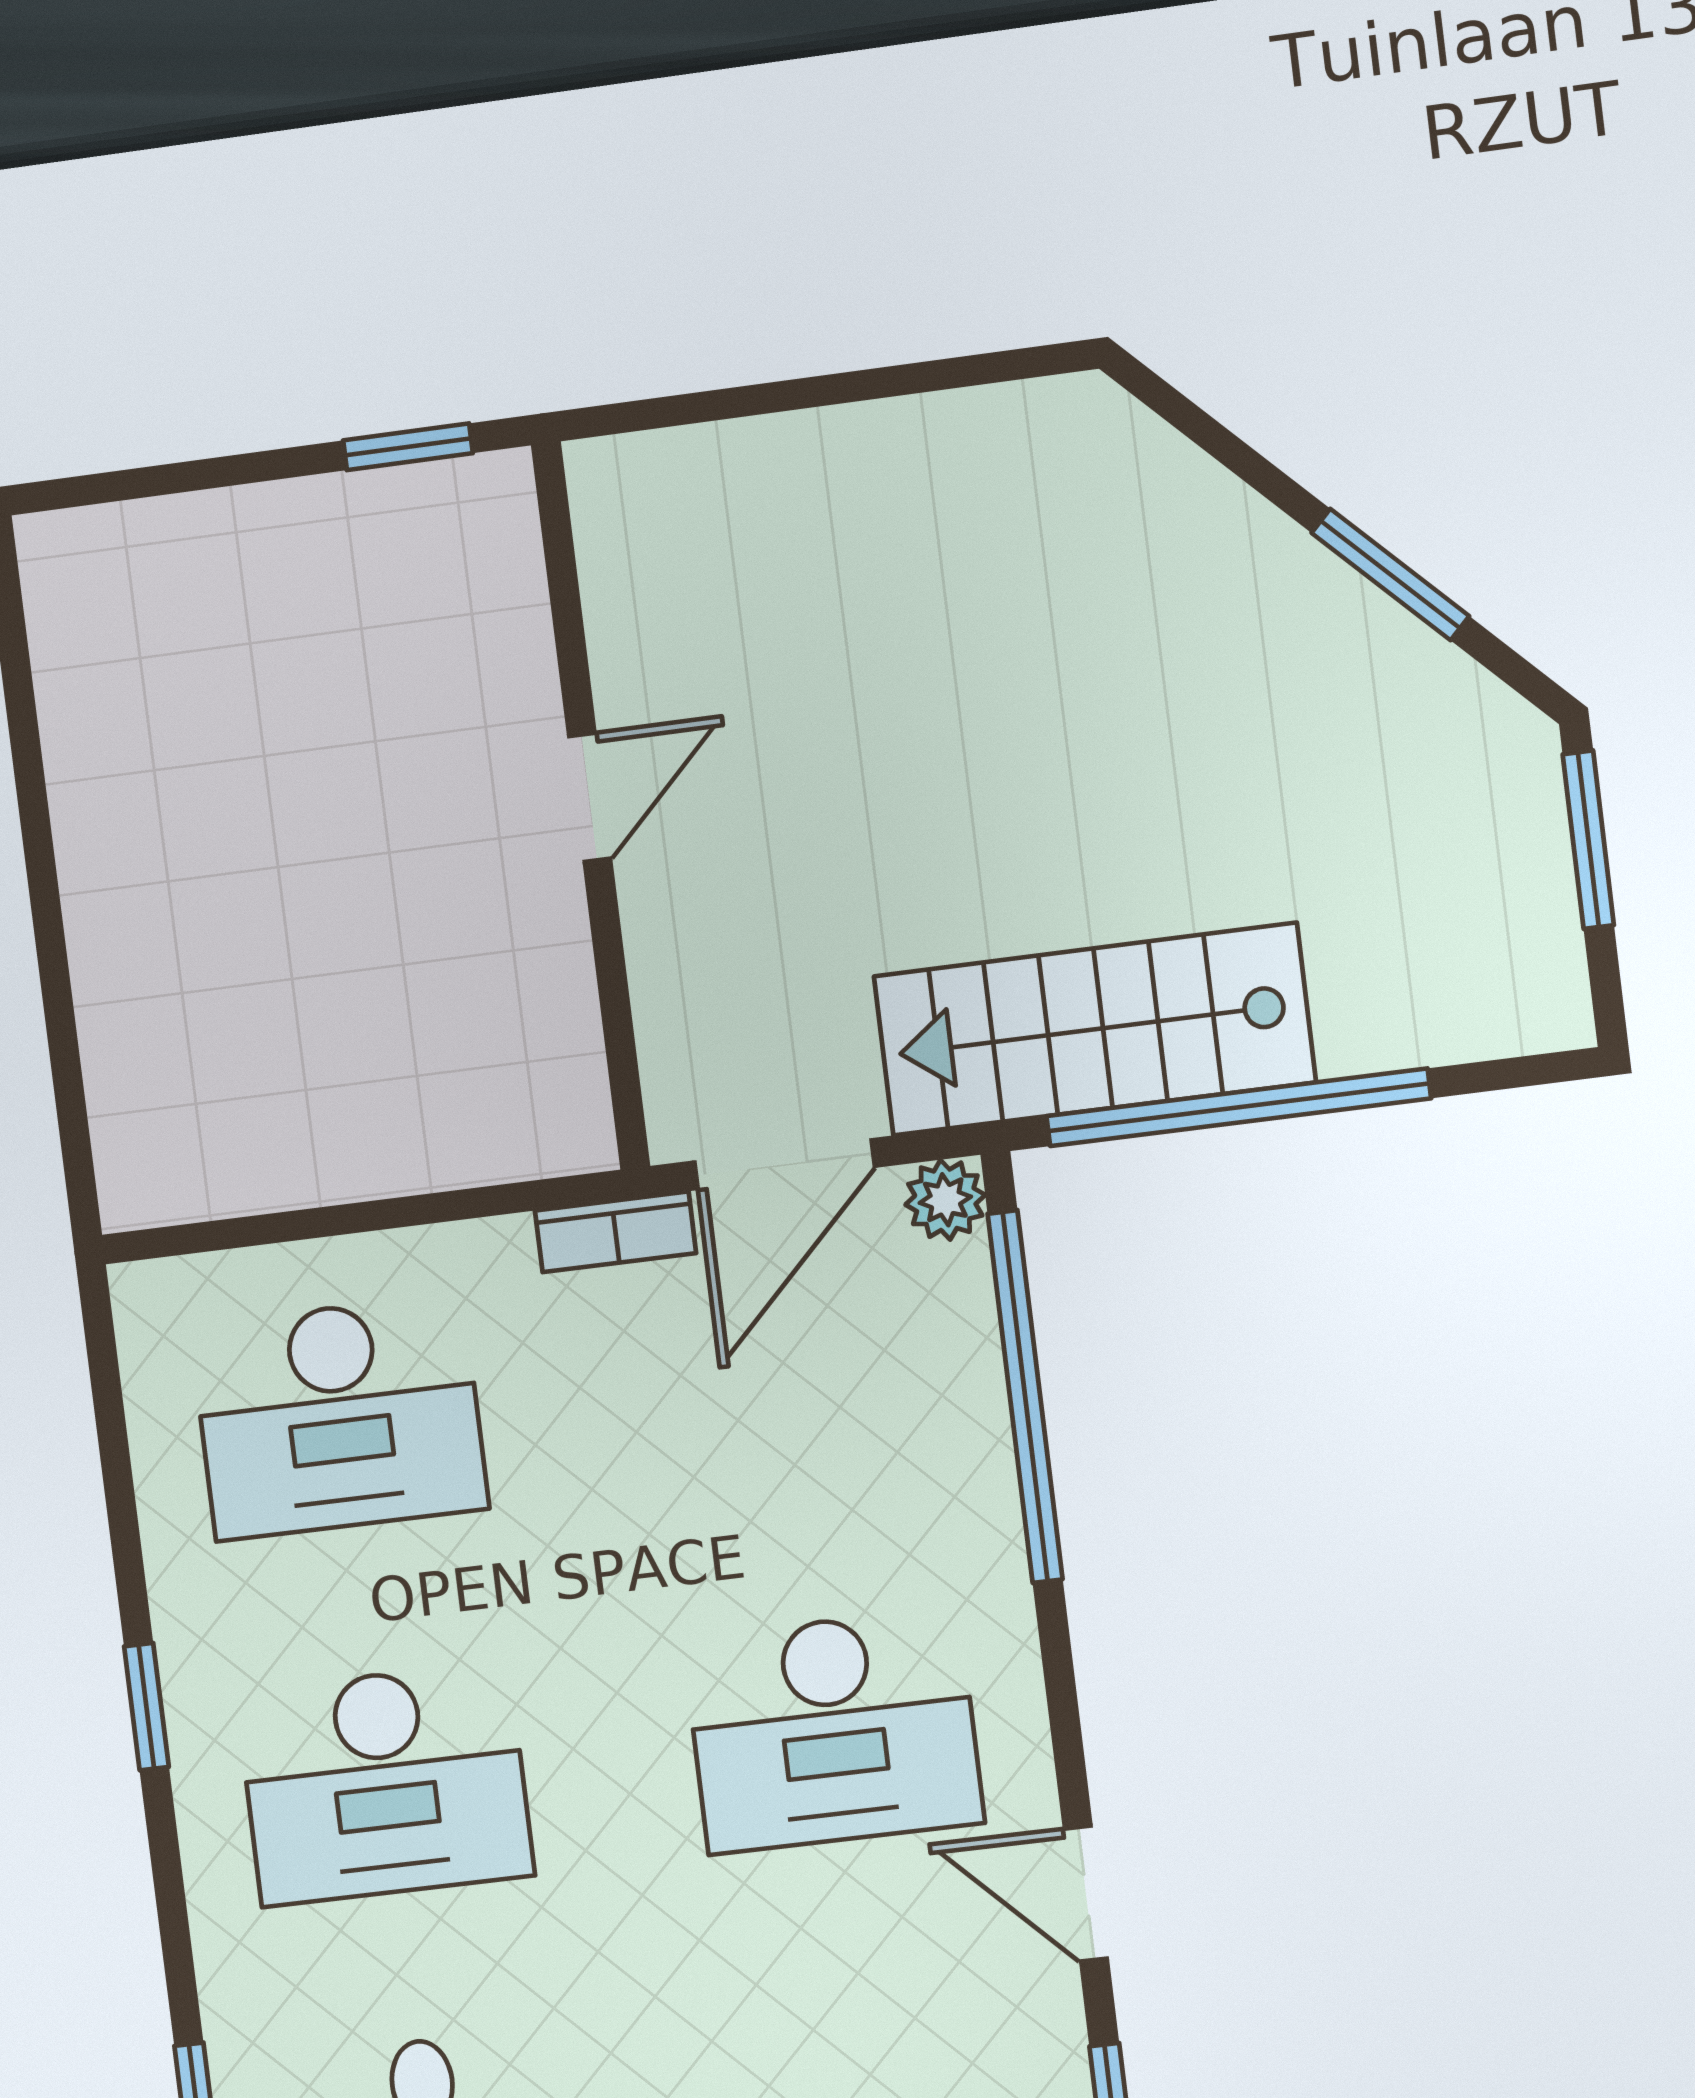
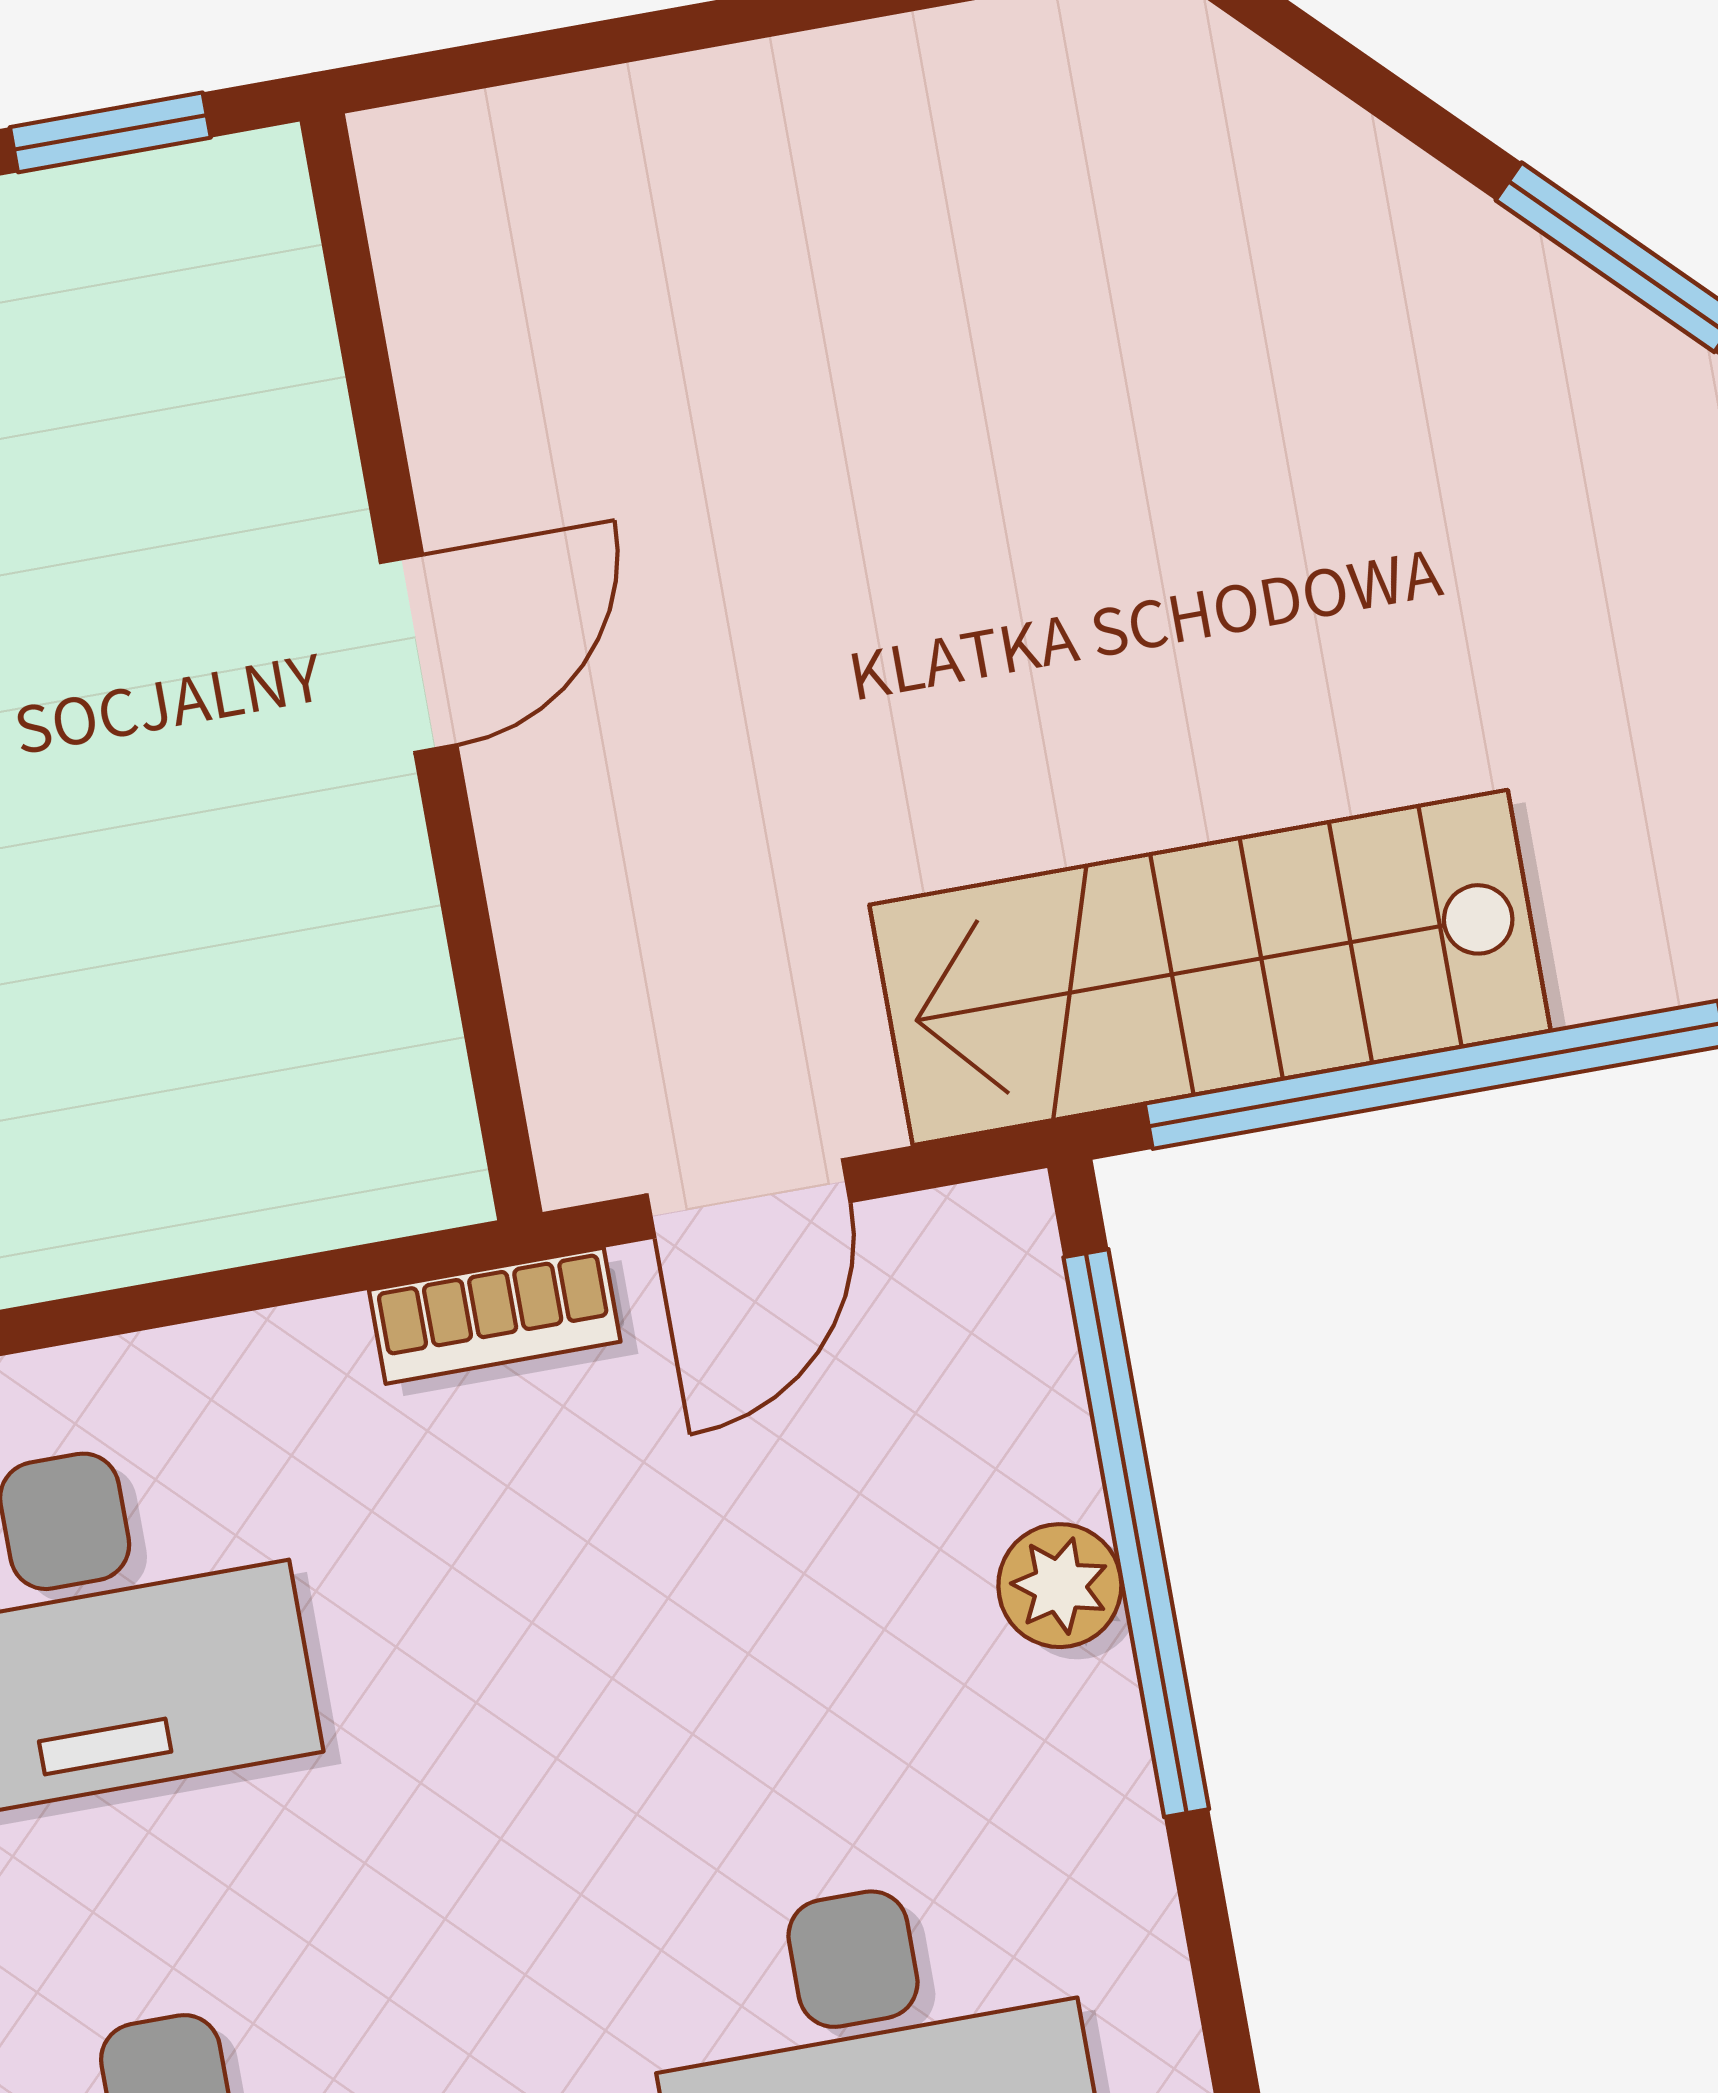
door: (785, 1164) -> (749, 1198), width x0.73
plant: (945, 1200) -> (1060, 1586), moved

